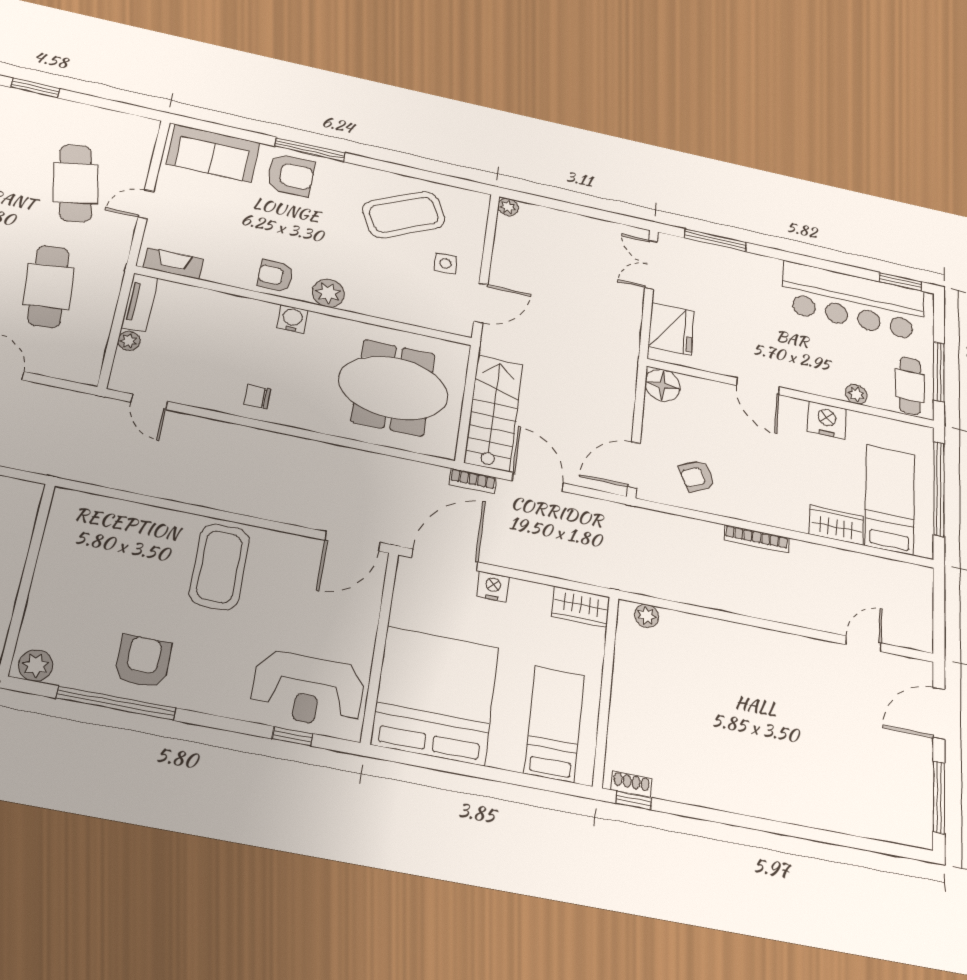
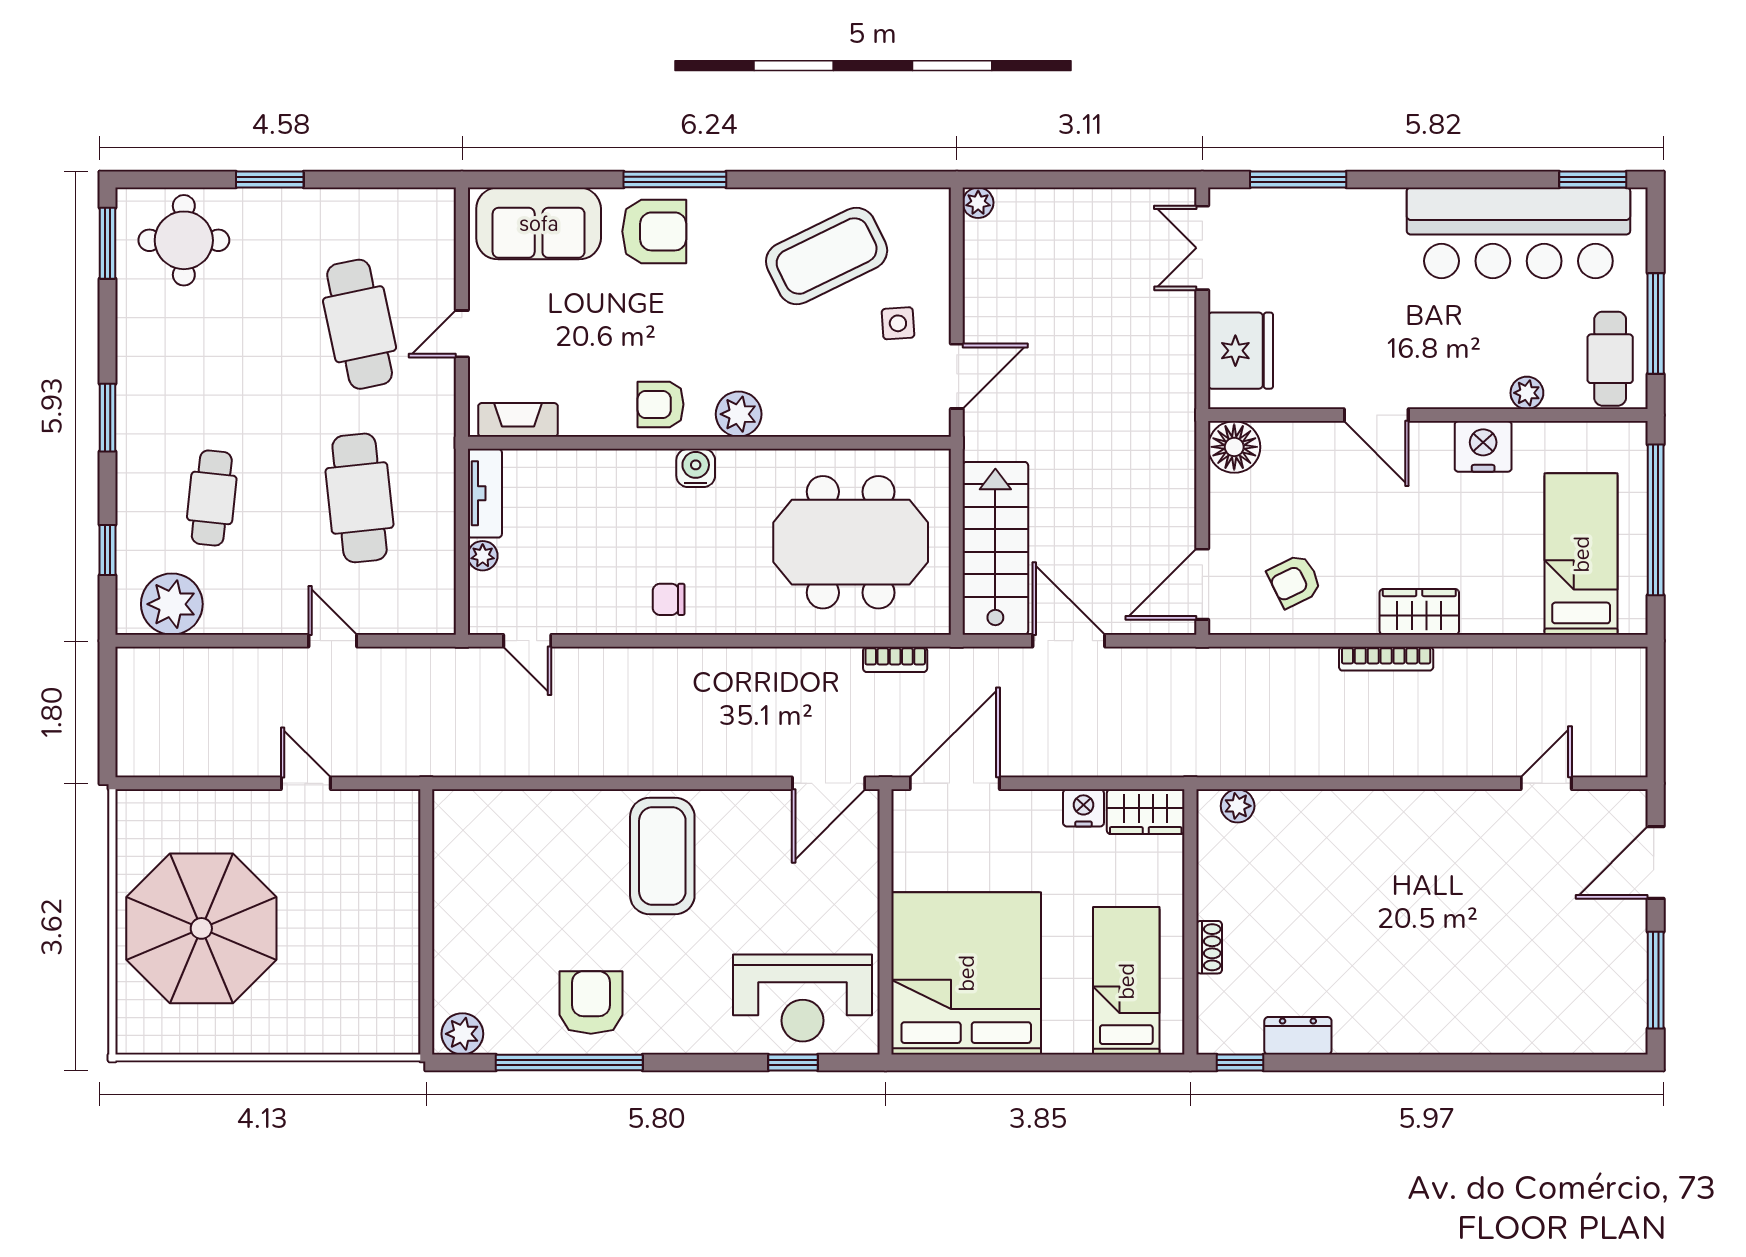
bookcase: (473, 481) -> (895, 659), moved
wardrobe: (836, 525) -> (1419, 612), moved
nightstand: (493, 587) -> (1083, 808), moved
shoe rack: (631, 784) -> (1209, 947), moved, turned 90
dresser: (678, 789) -> (1298, 1036), added

